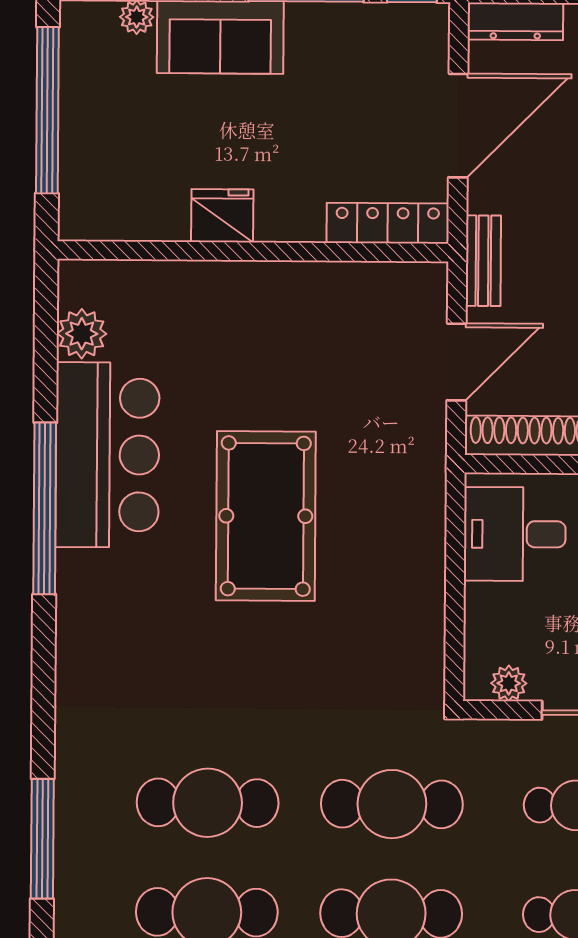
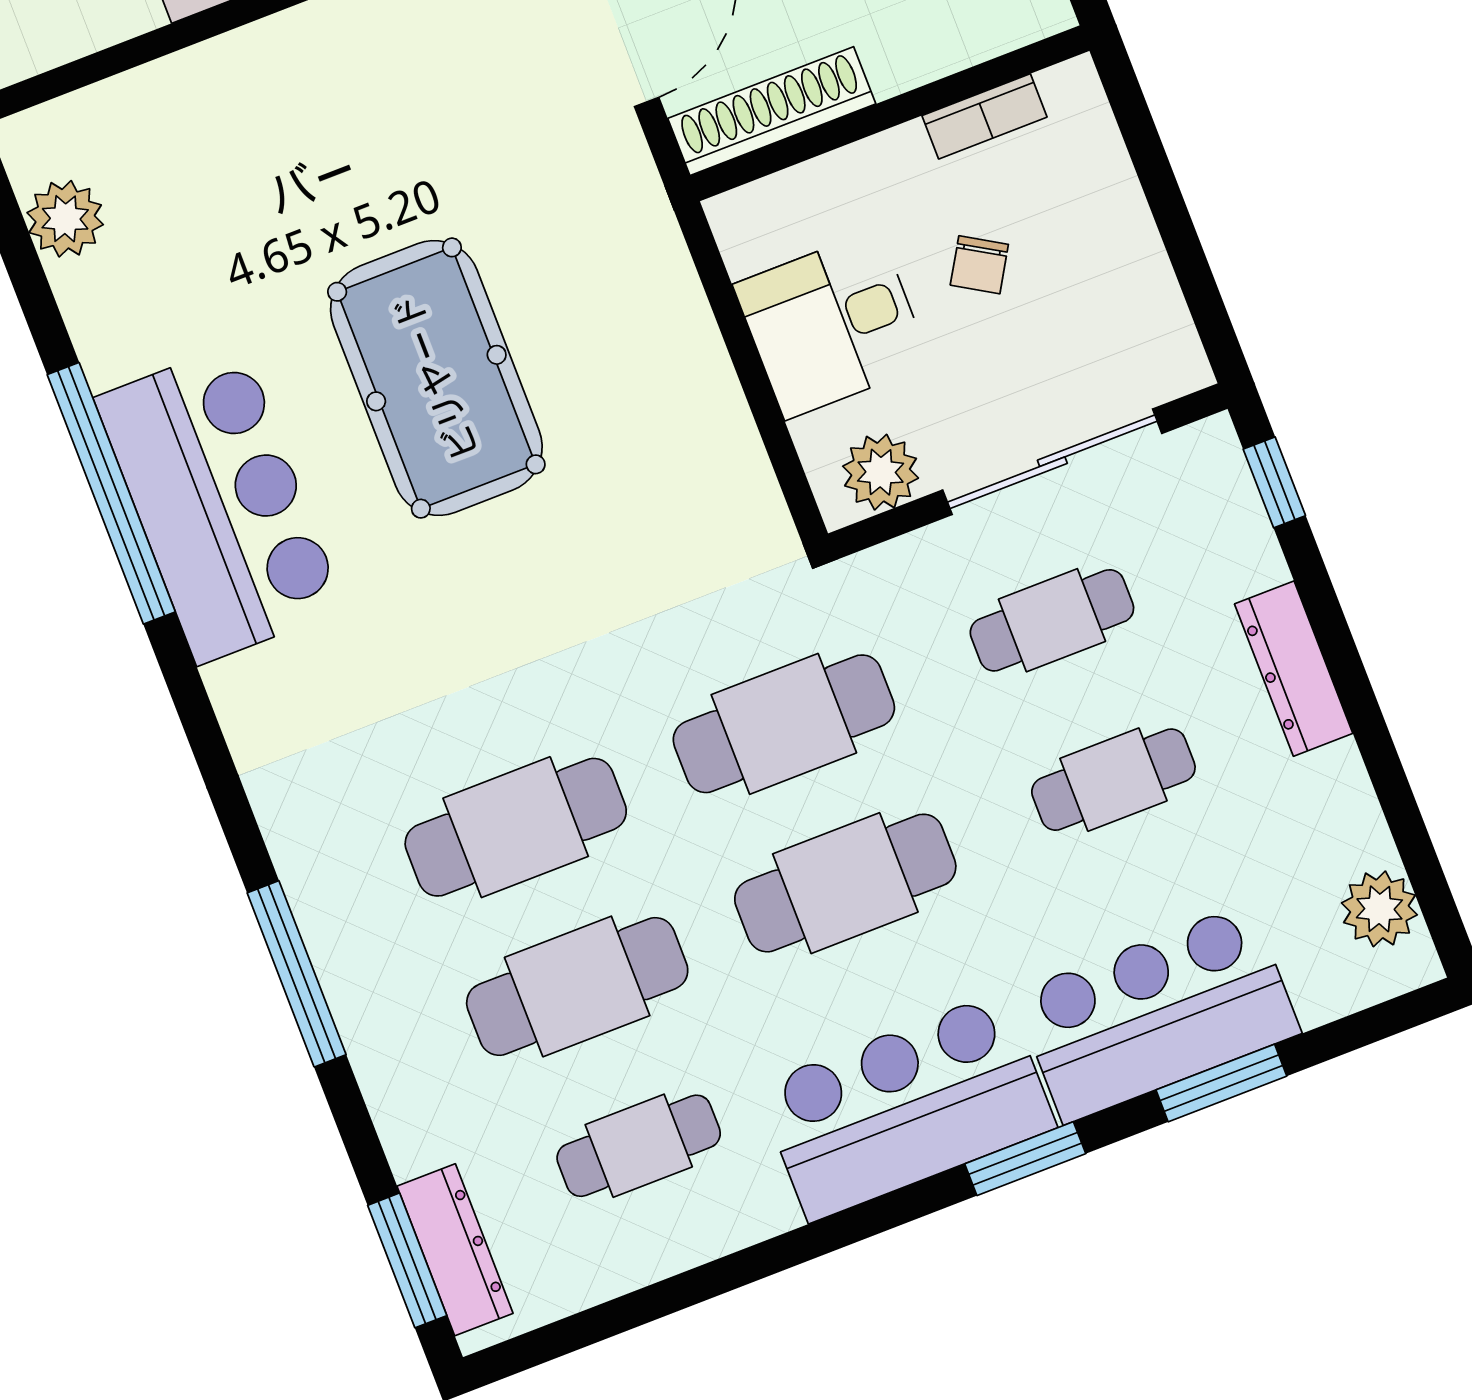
bar counter: (107, 455) -> (219, 503), moved
desk: (515, 534) -> (832, 324), moved
plant: (509, 683) -> (881, 472), width x1.38, depth x1.38

